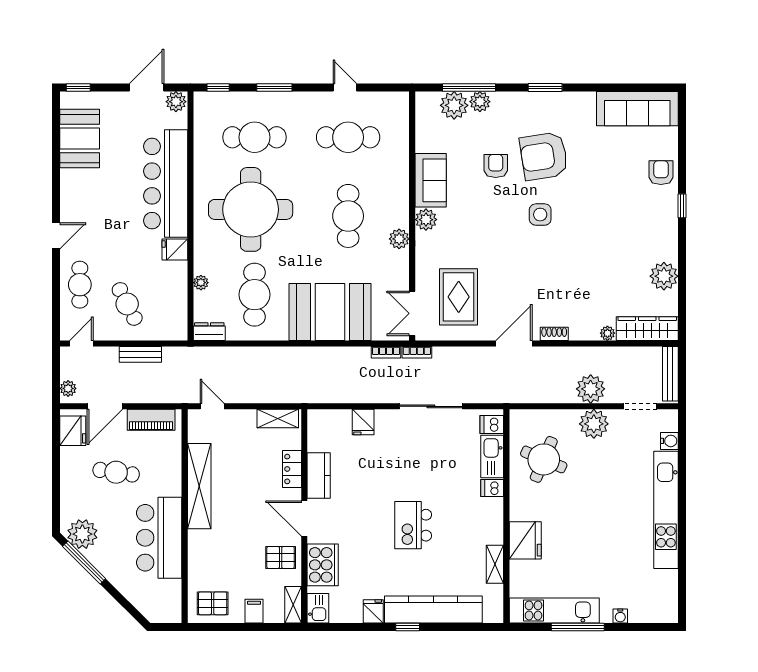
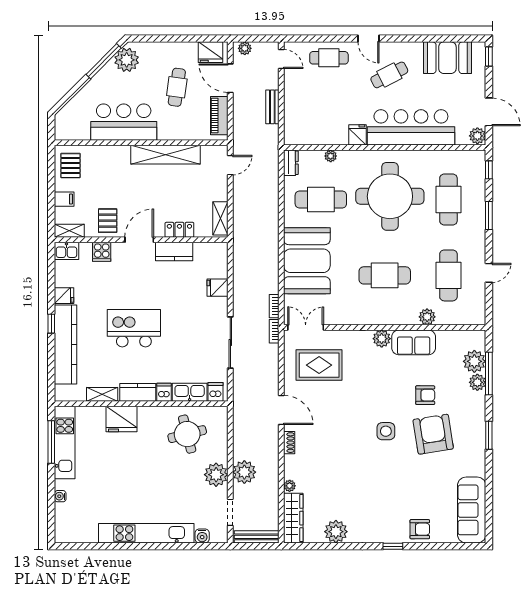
plant: (399, 239) -> (427, 317), moved
cafe table: (127, 304) -> (389, 75), moved
round table: (544, 459) -> (187, 434), turned -37
kitchen counter: (492, 520) -> (138, 392), added
kitchen island: (413, 525) -> (134, 328), width x1.37, depth x1.28
cooker: (323, 565) -> (102, 252), width x0.53, depth x0.76
window: (578, 627) -> (51, 442), moved

